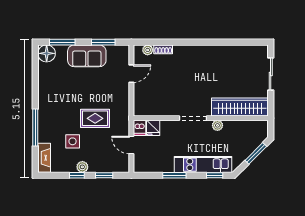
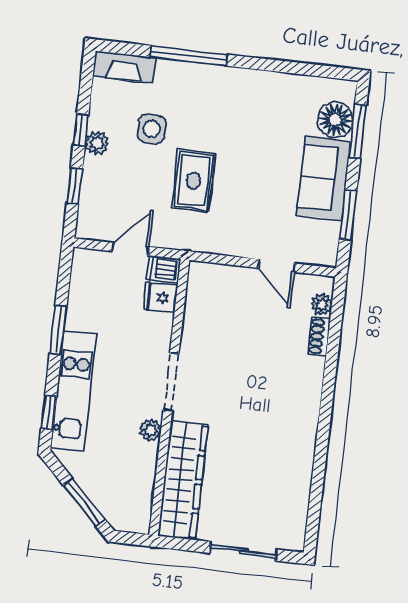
floor lamp: (47, 53) -> (335, 120), moved

